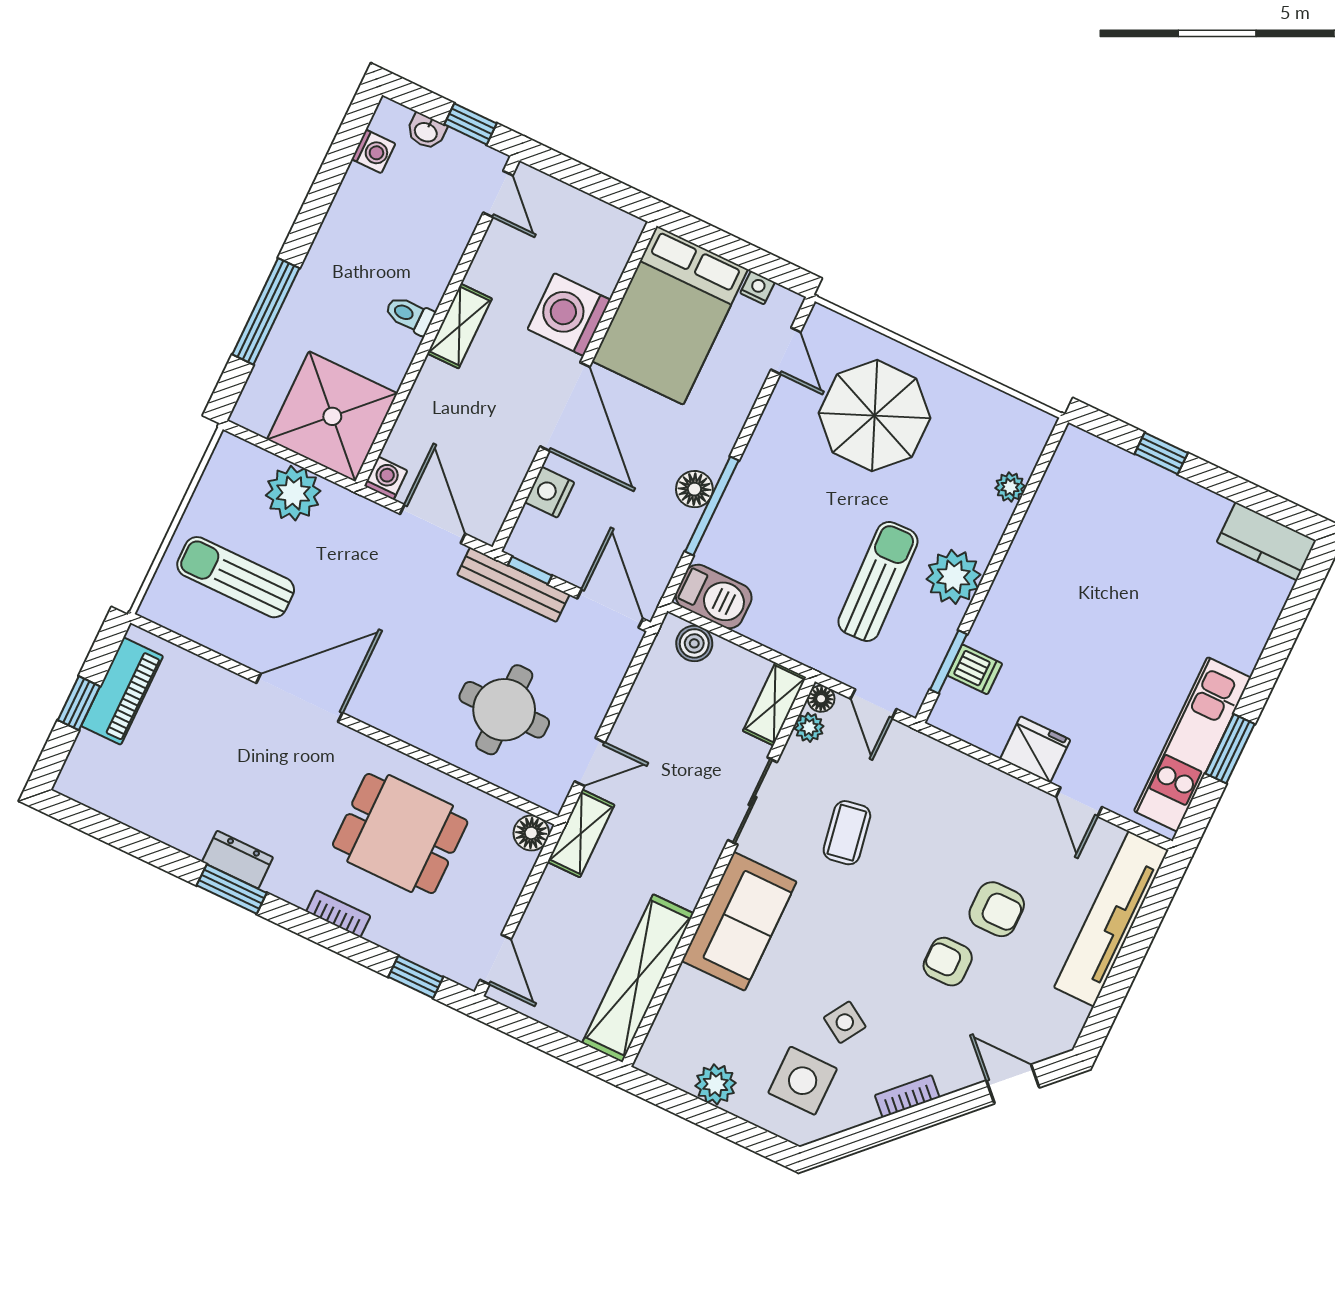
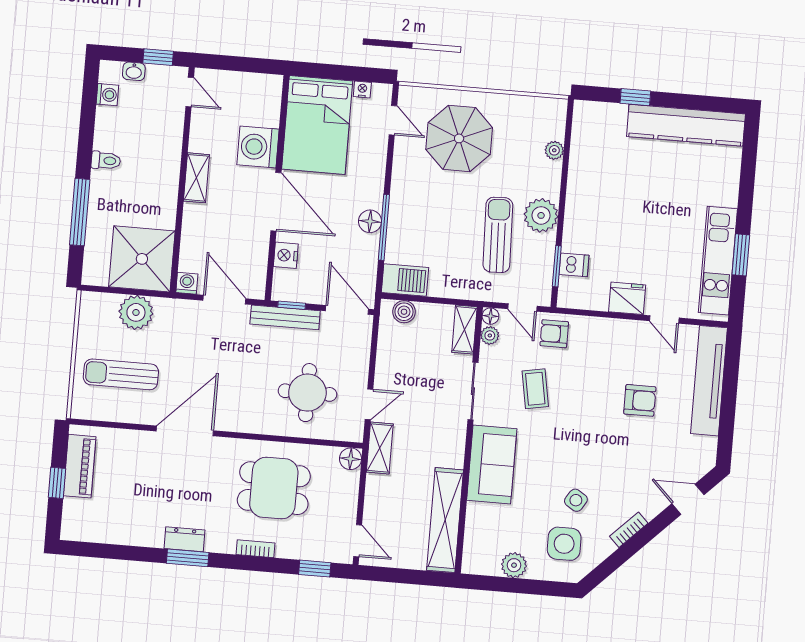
toilet: (410, 315) -> (106, 161), moved, turned 180
kitchen counter: (1266, 541) -> (686, 125), width x2.08, depth x1.17
armchair: (948, 962) -> (554, 334), moved

